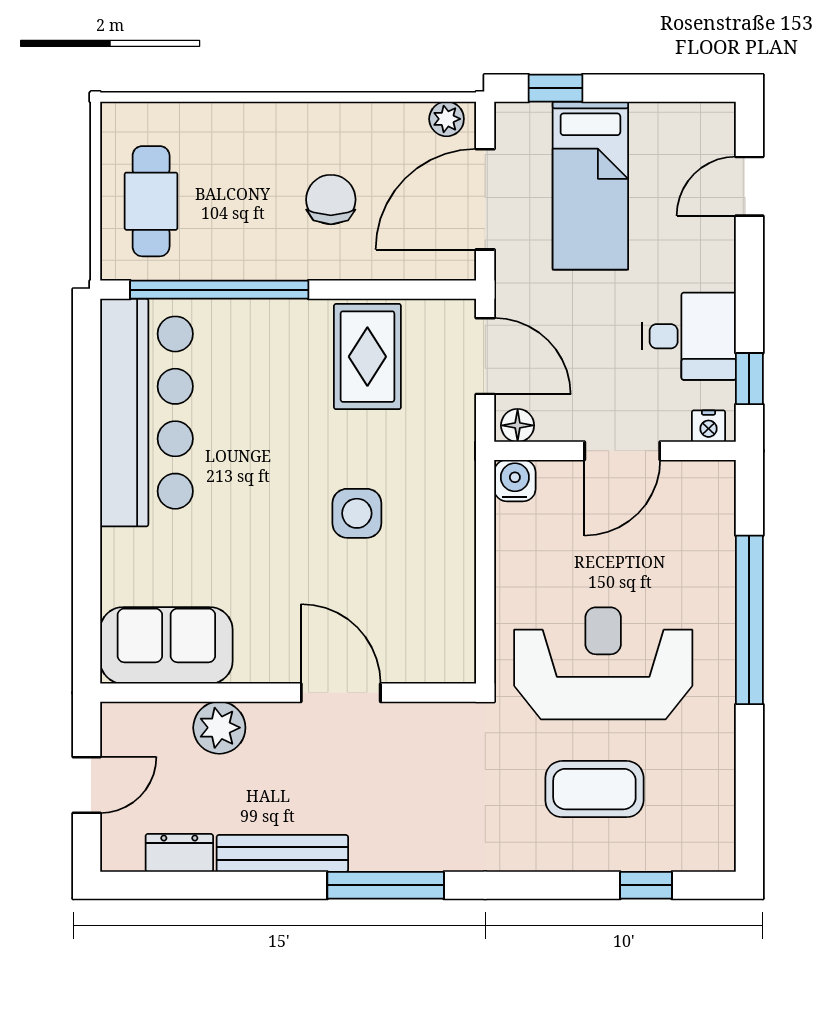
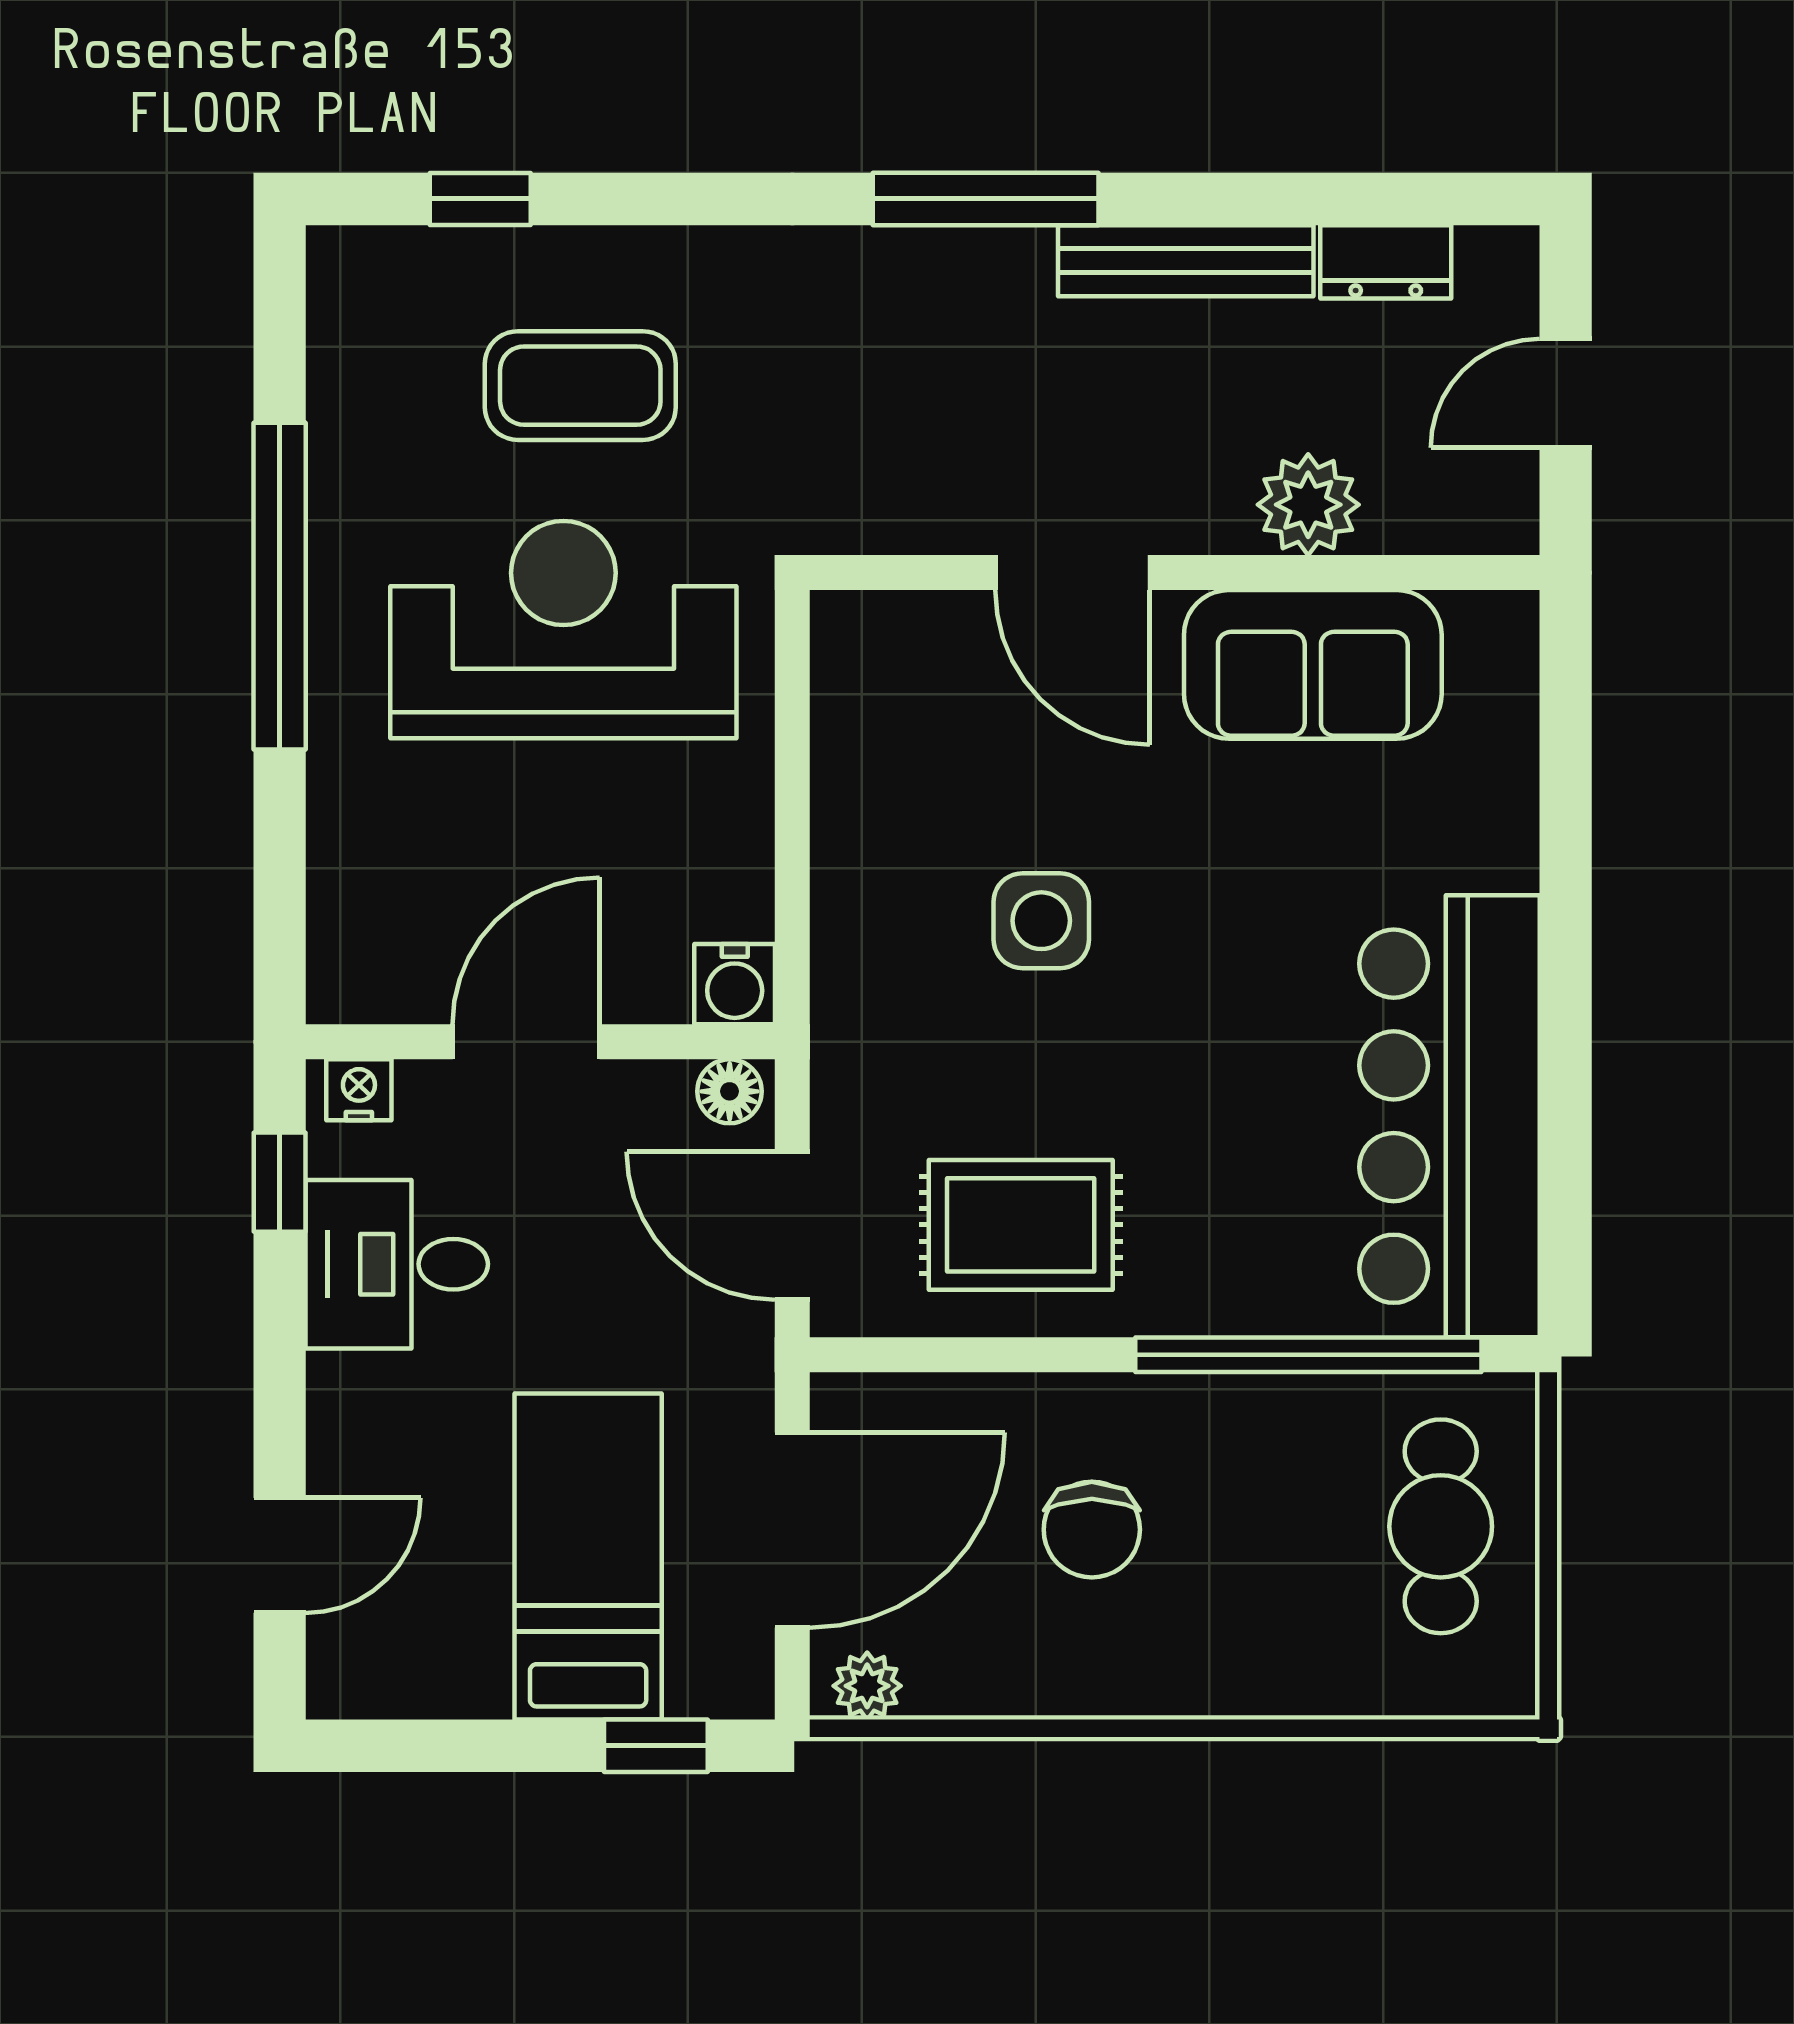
rug: (367, 357) -> (1021, 1225), turned 90
window: (749, 620) -> (280, 586), moved
sofa: (166, 645) -> (1313, 664), moved
reception desk: (603, 663) -> (563, 630), turned 180

